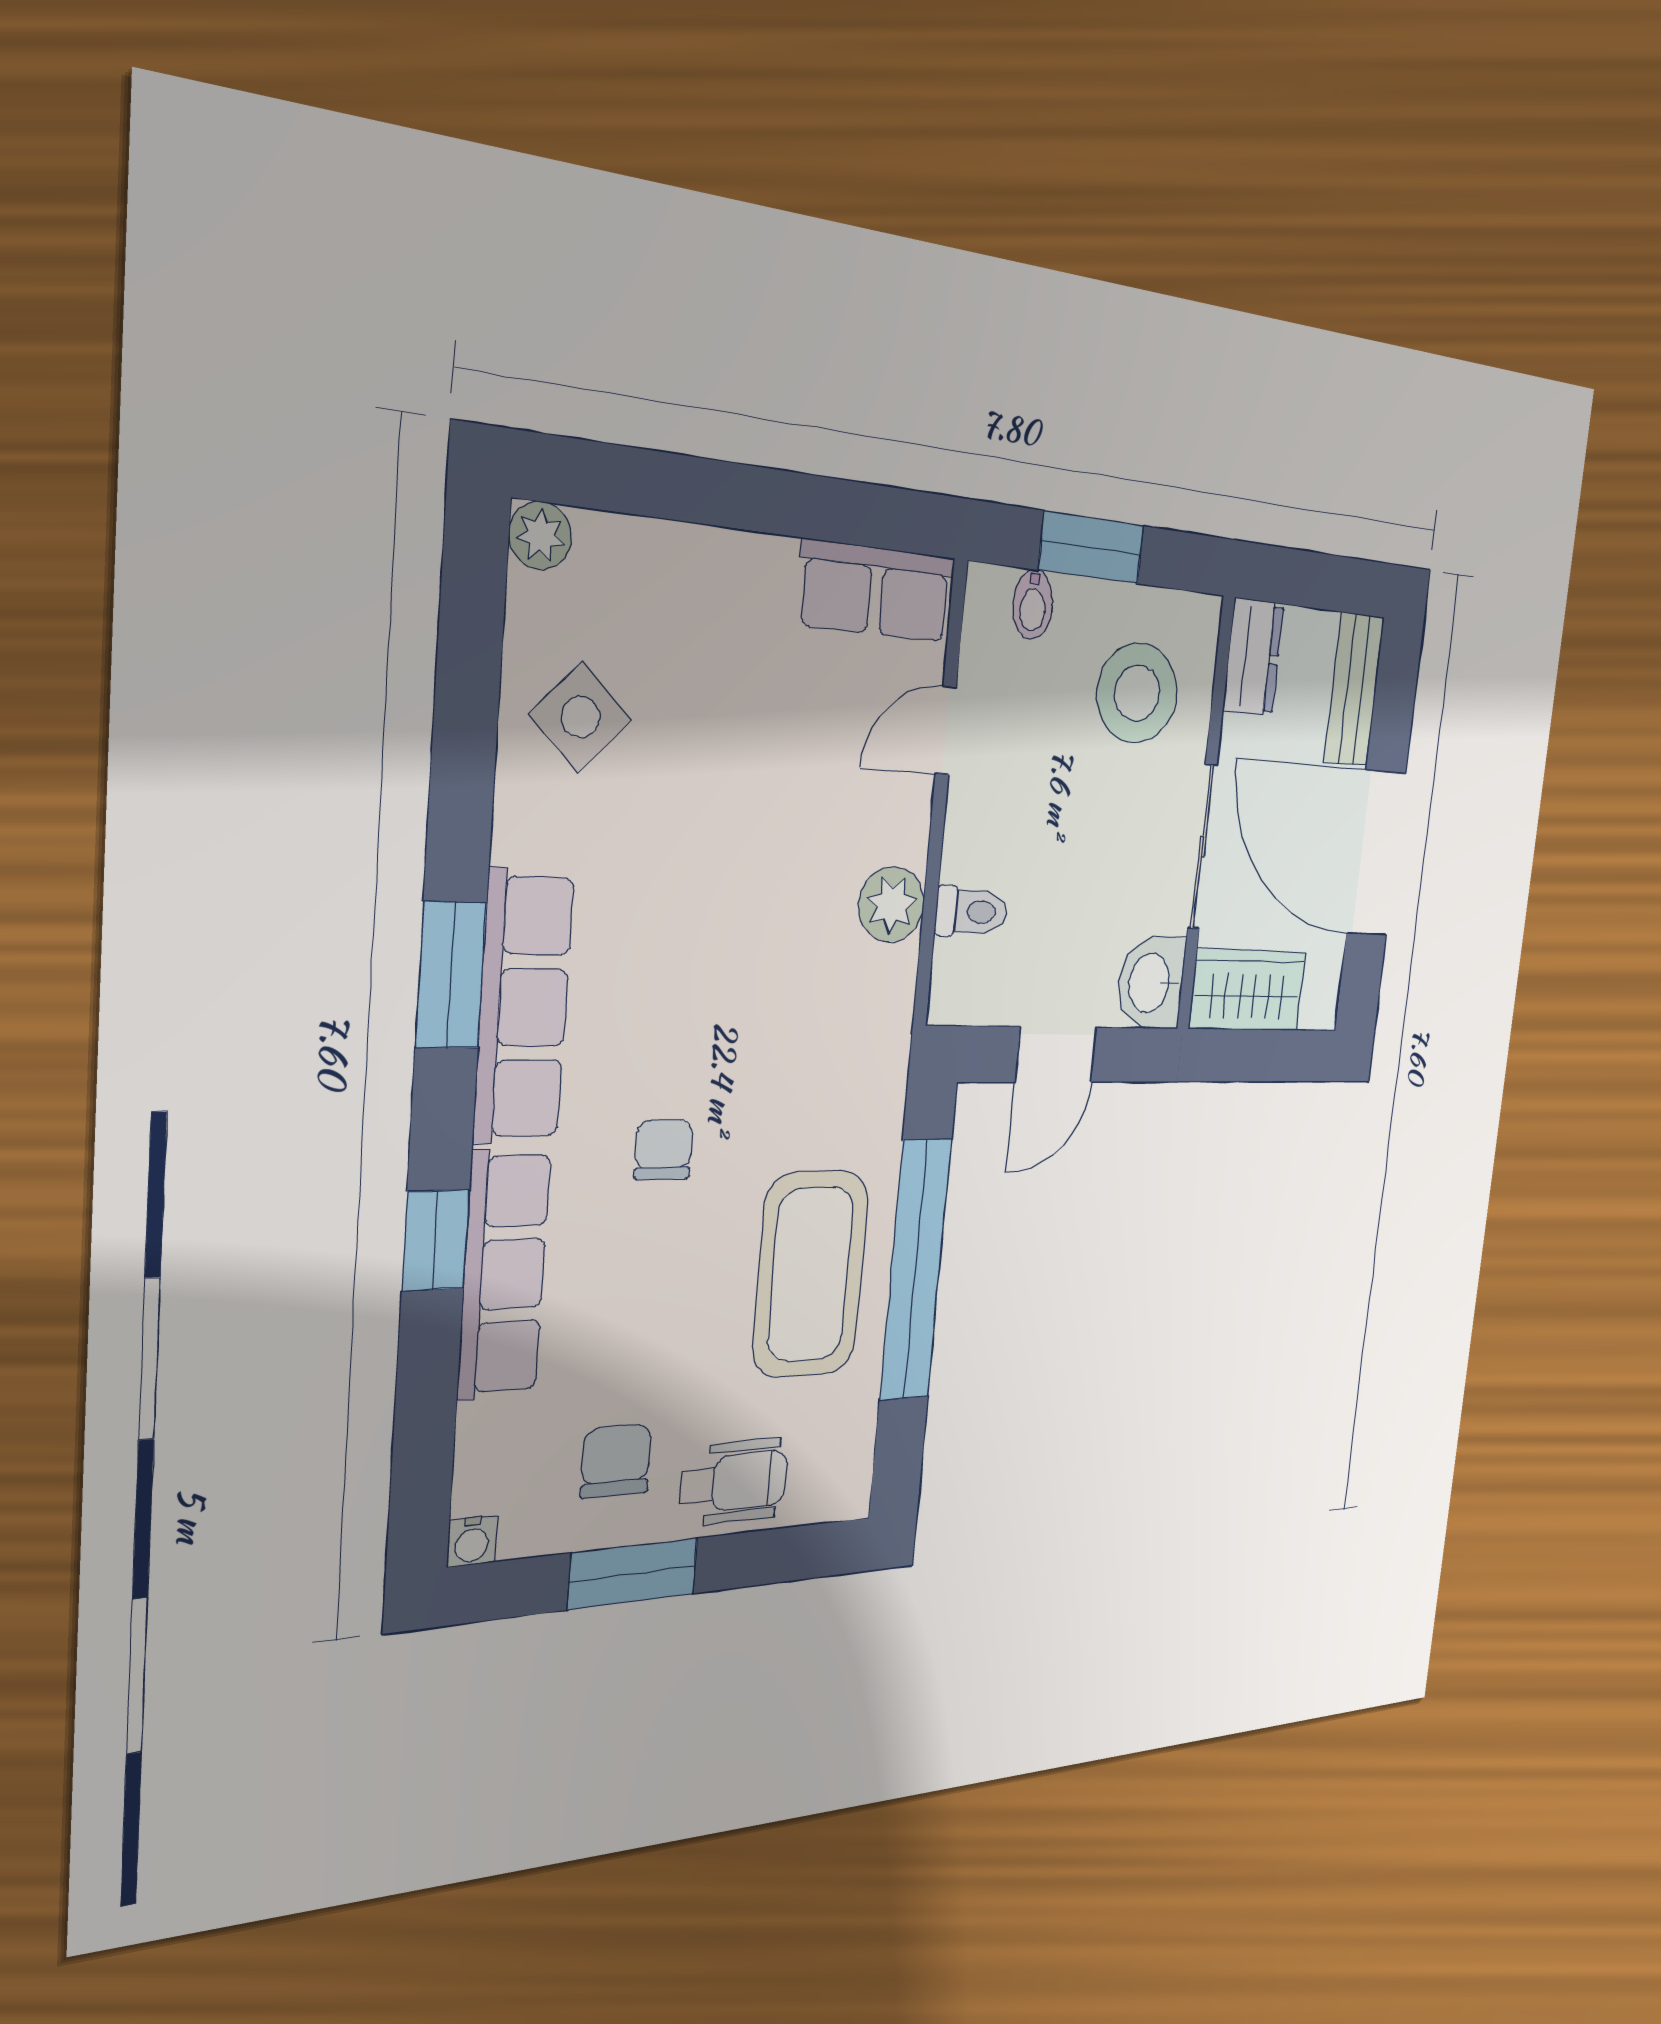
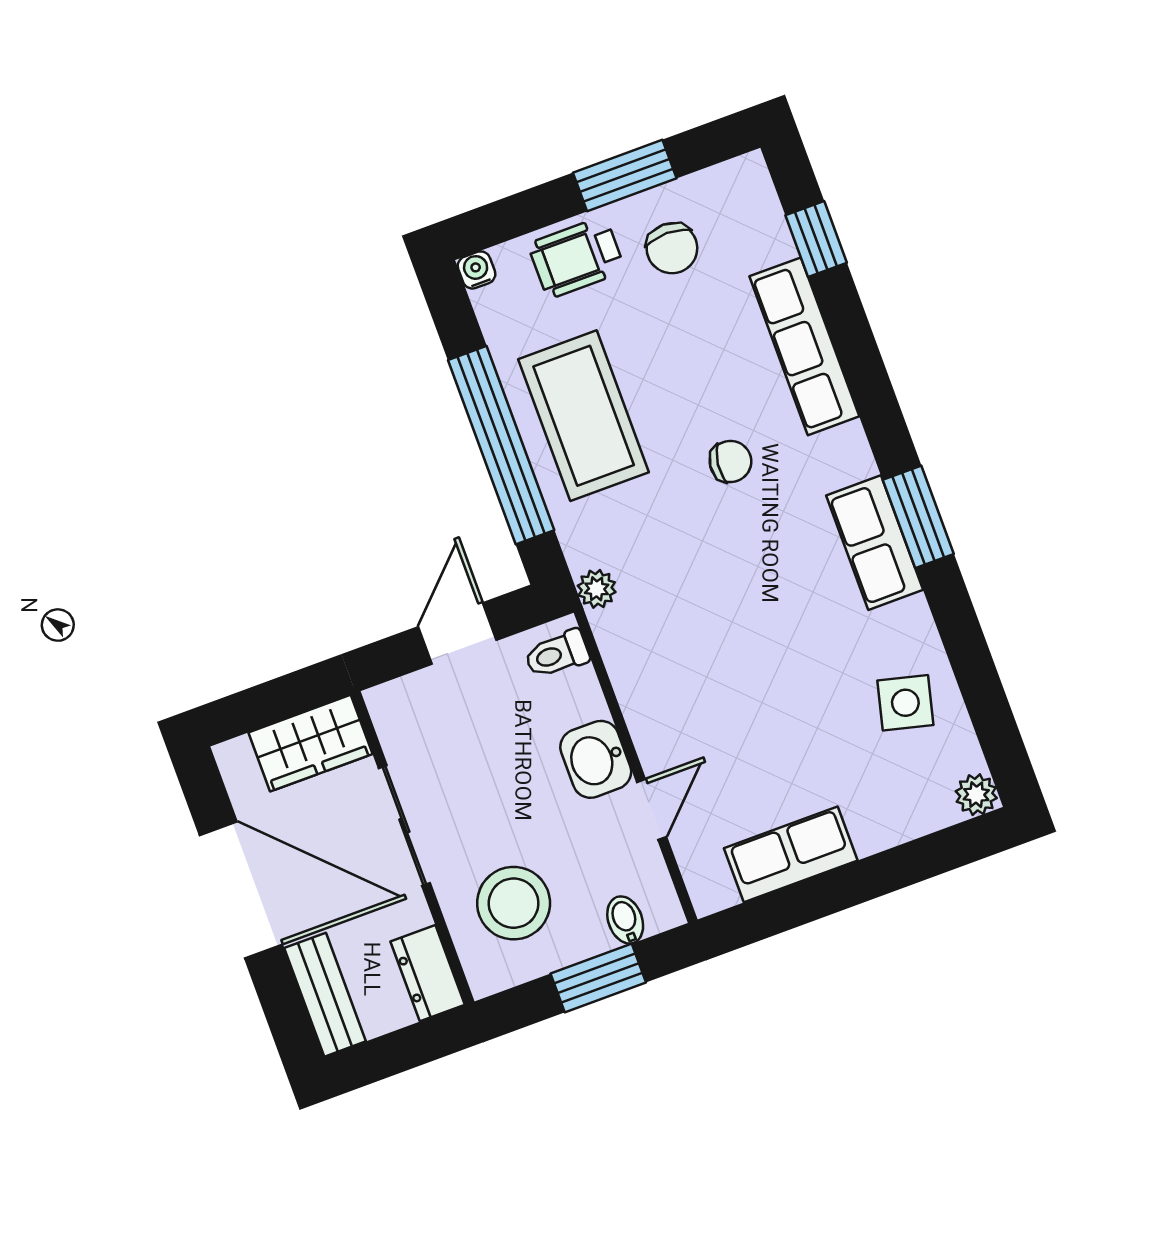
row of seats: (876, 591) -> (791, 854), moved
side table: (580, 717) -> (905, 703), turned -30
plant: (892, 905) -> (597, 589), moved, width x0.73, depth x0.73
toilet: (972, 912) -> (557, 654), moved
washbasin: (1151, 983) -> (596, 759), moved, turned 180
row of seats: (523, 1007) -> (875, 543), width x0.68
chair: (664, 1150) -> (730, 461), turned -83
window: (436, 1240) -> (816, 239), moved
water cooler: (472, 1541) -> (476, 270), moved

